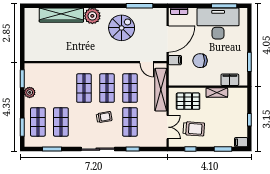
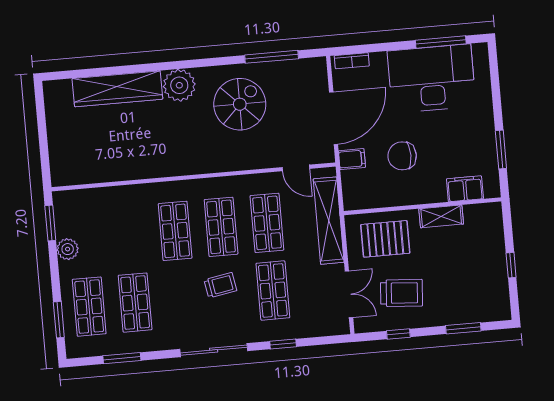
filing cabinet: (241, 142) -> (498, 311), removed

